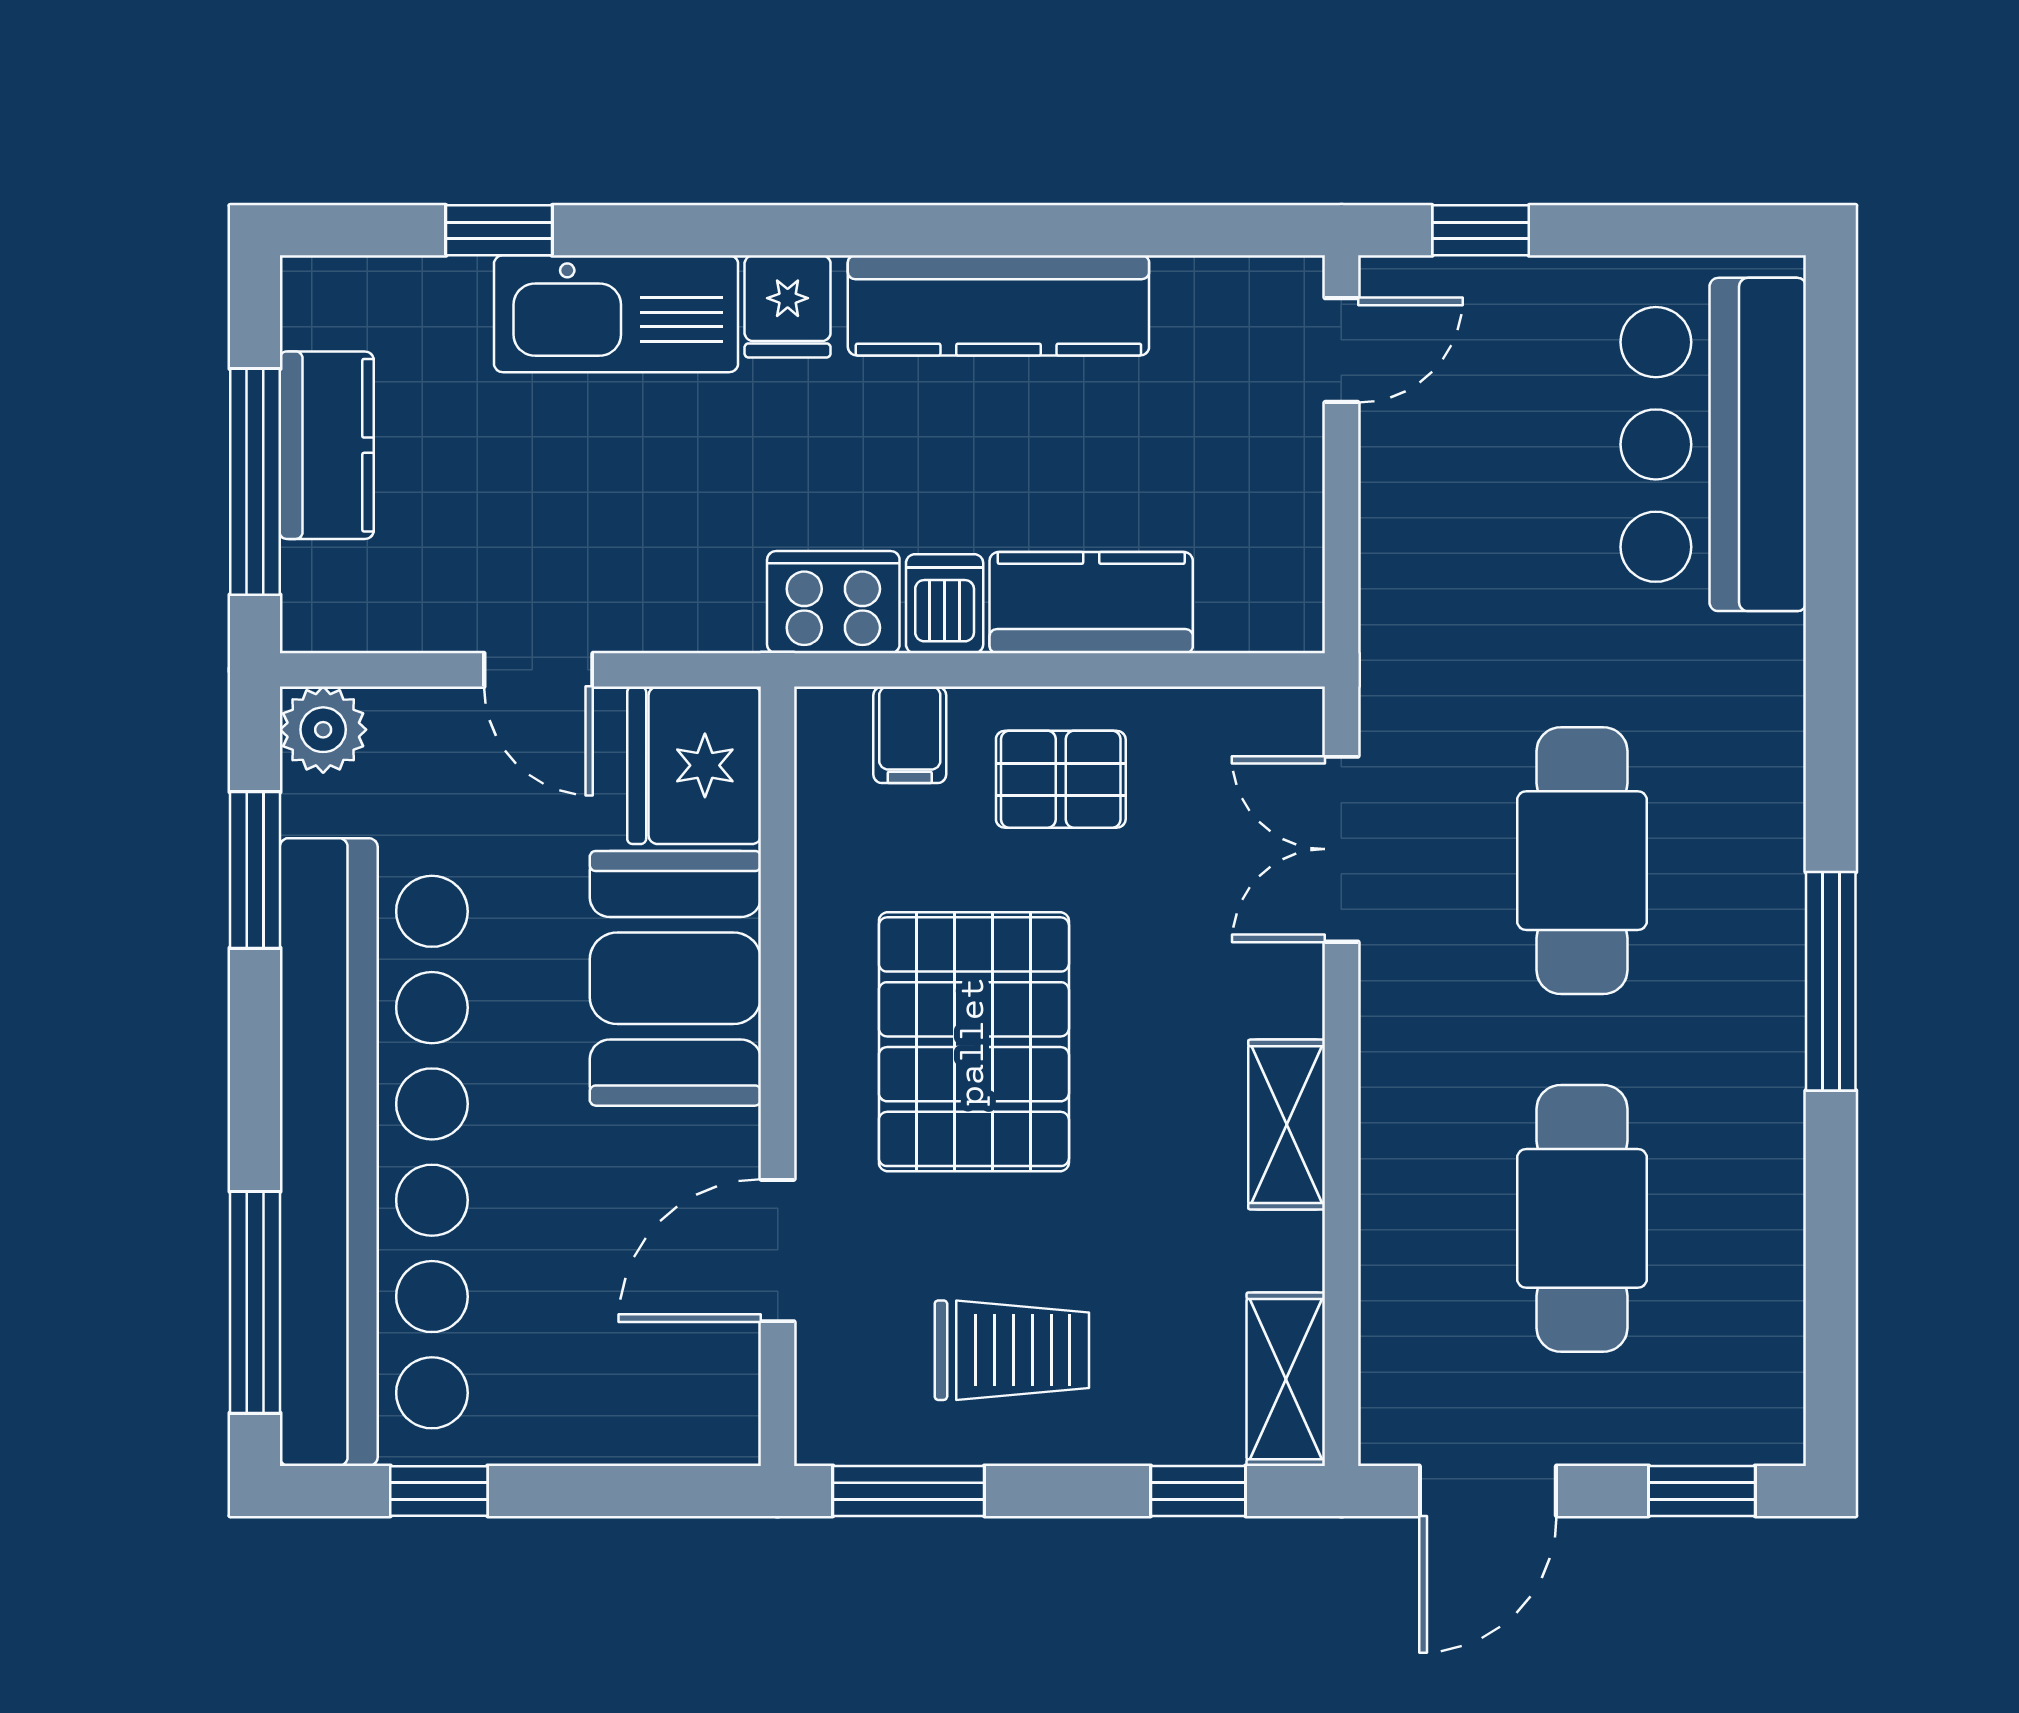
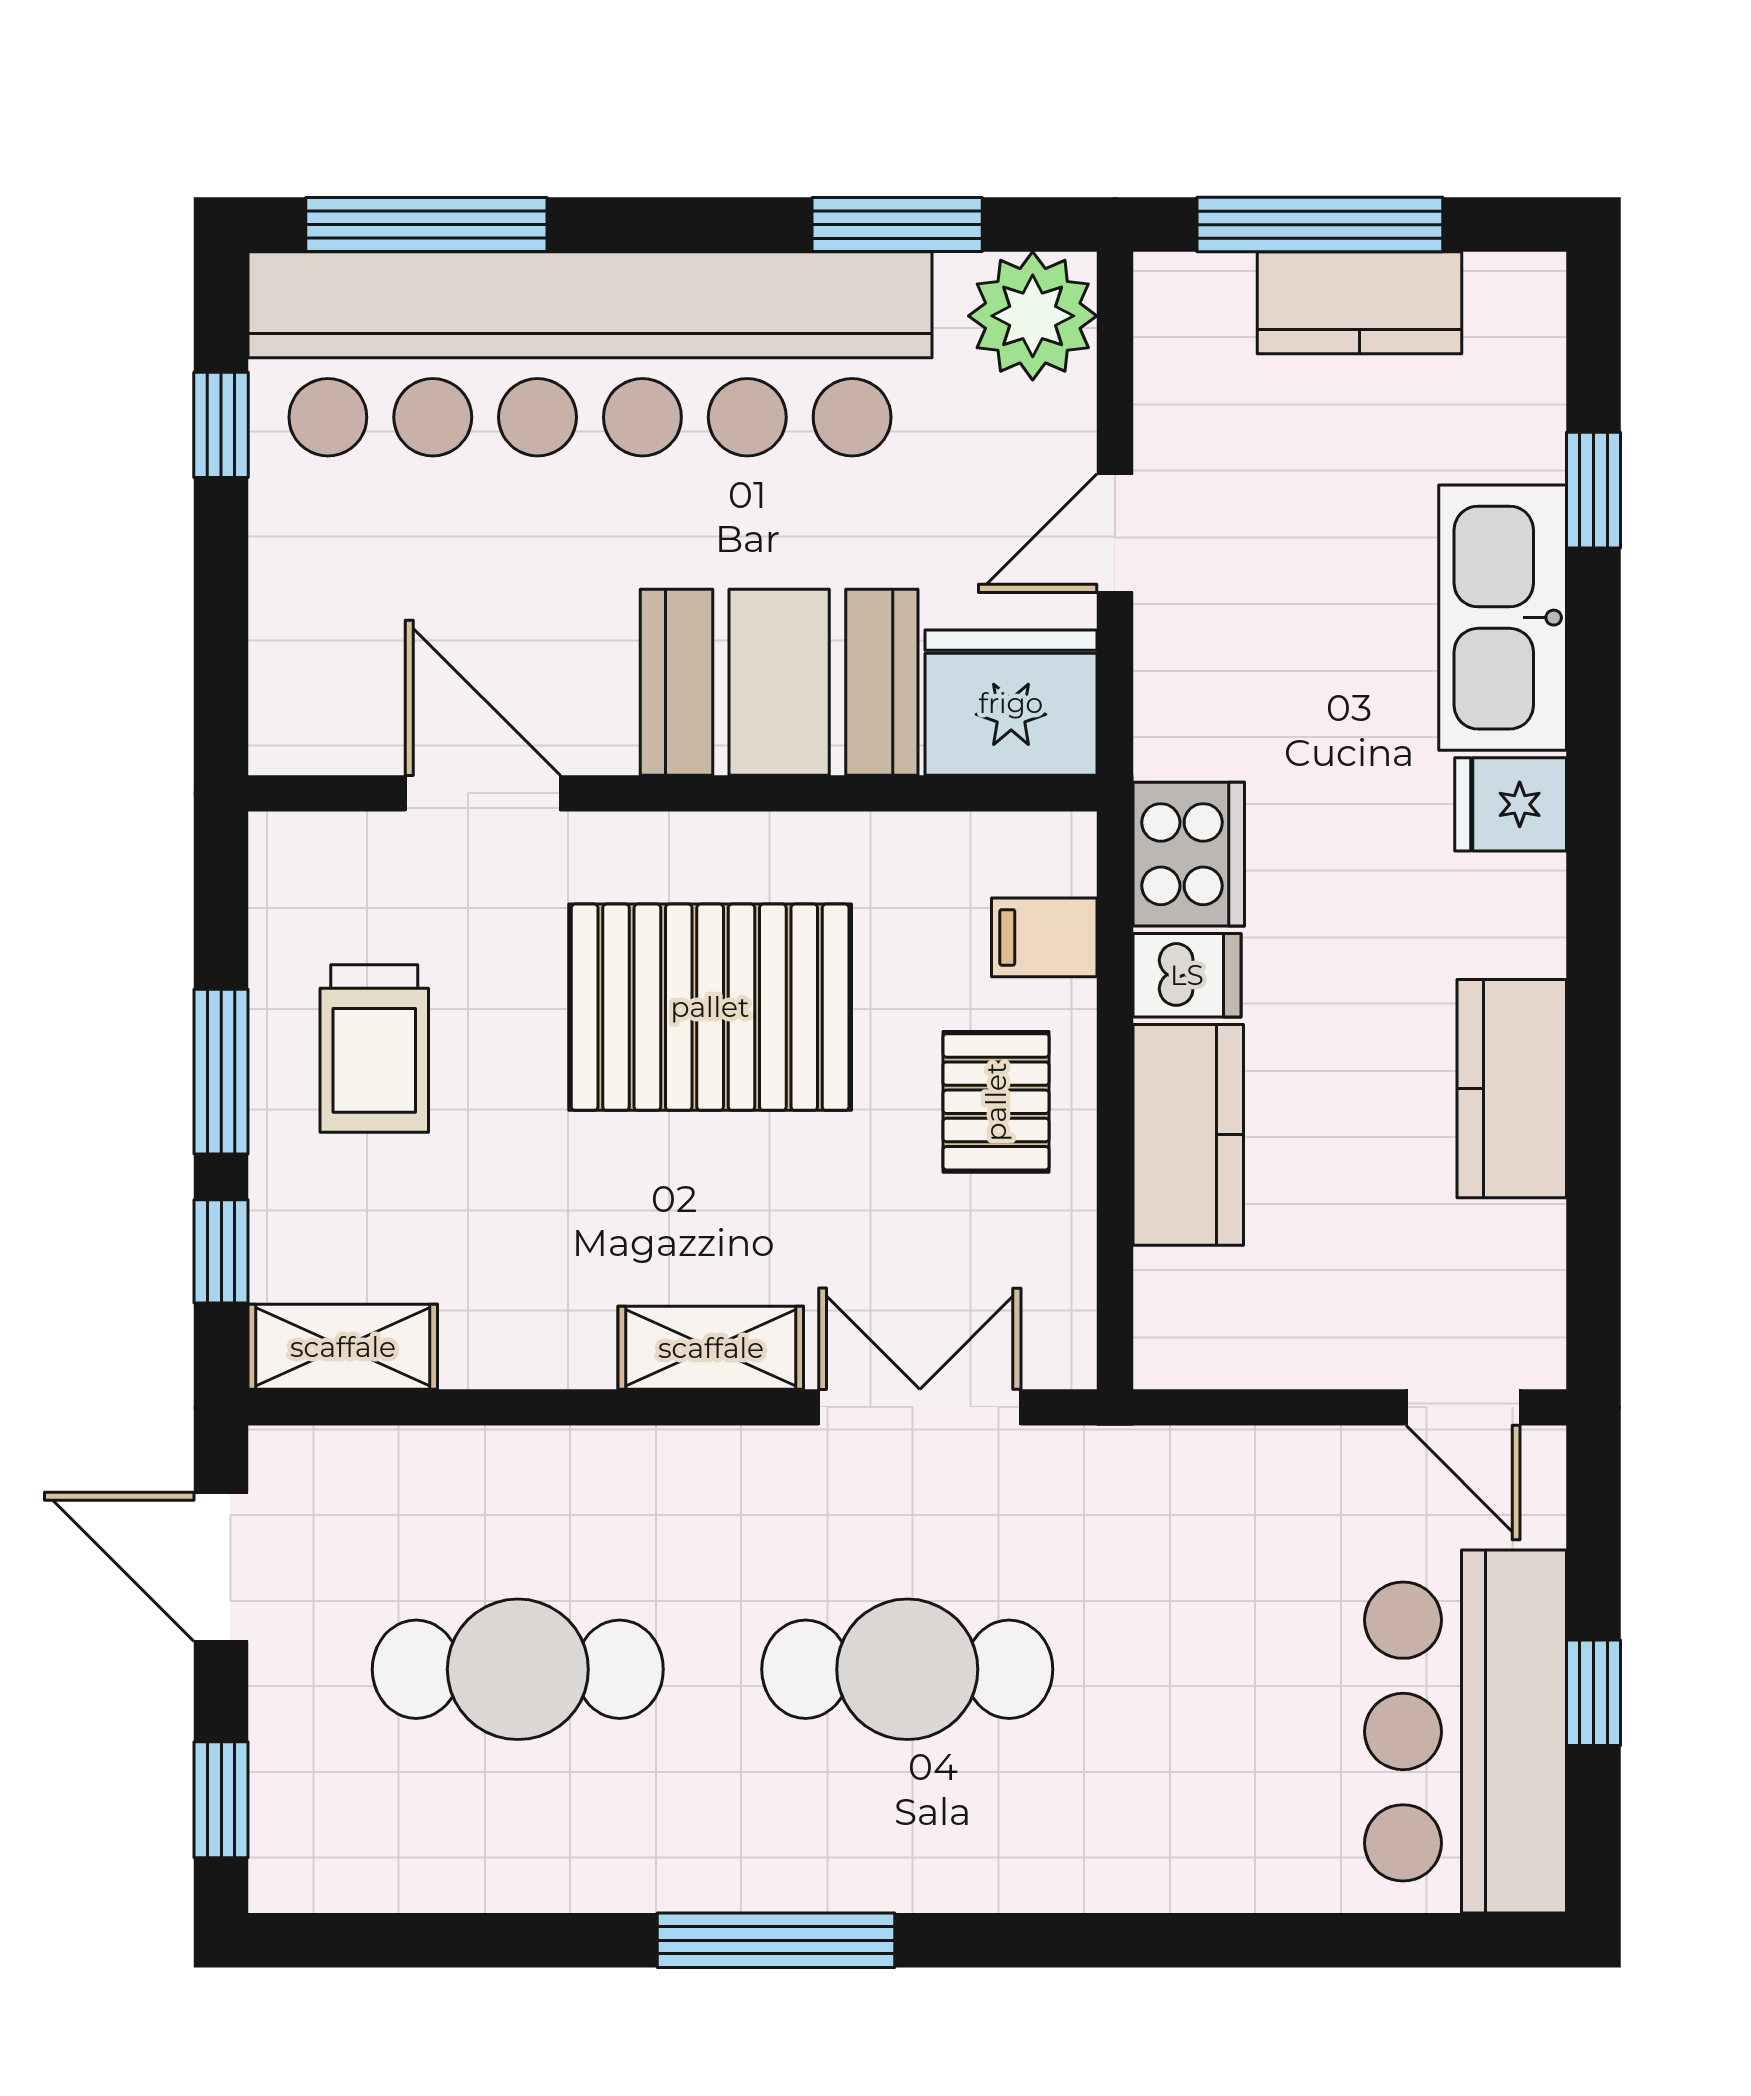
window: (1481, 230) -> (1594, 1693), moved
kitchen counter: (998, 305) -> (1512, 1089), width x0.67
bar counter: (1713, 444) -> (1466, 1732), moved, turned -90
plant: (323, 730) -> (1033, 316), width x1.36, depth x1.36
shelving: (1287, 1125) -> (711, 1348), moved
window: (909, 1491) -> (221, 1072), moved

